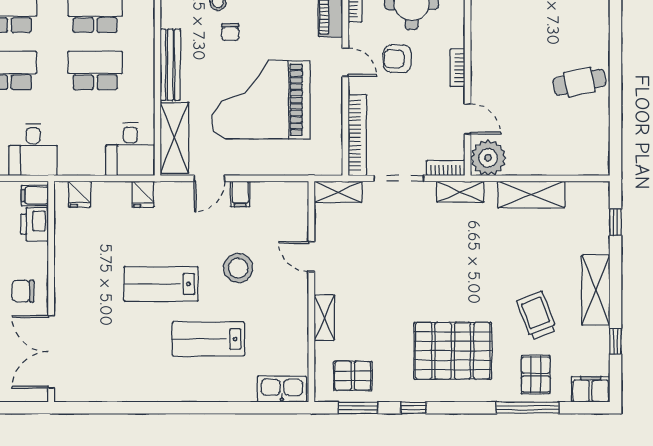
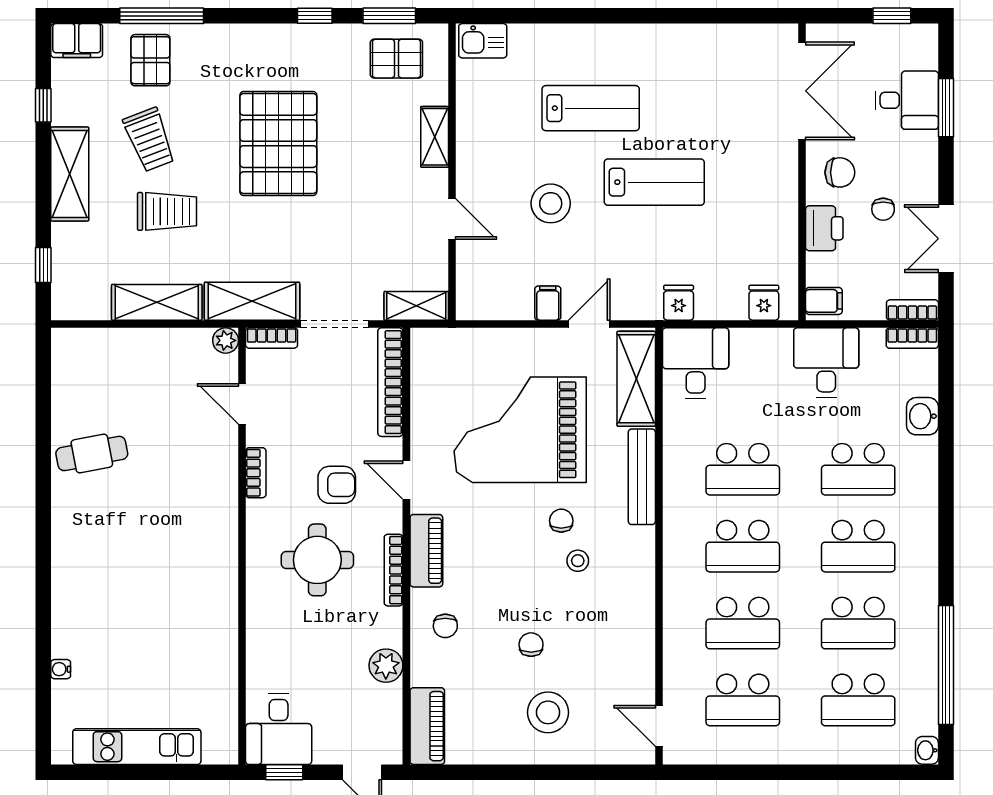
grand piano: (261, 100) -> (520, 430), turned 180
plant: (488, 158) -> (226, 340), width x0.53, depth x0.53
shelving: (460, 192) -> (252, 301), width x1.50, depth x1.33
printer: (35, 224) -> (824, 228), moved
trolley: (523, 262) -> (167, 211), added
pallet: (453, 351) -> (278, 144), moved, turned 90
kitchen sink: (282, 389) -> (483, 41), width x0.73

